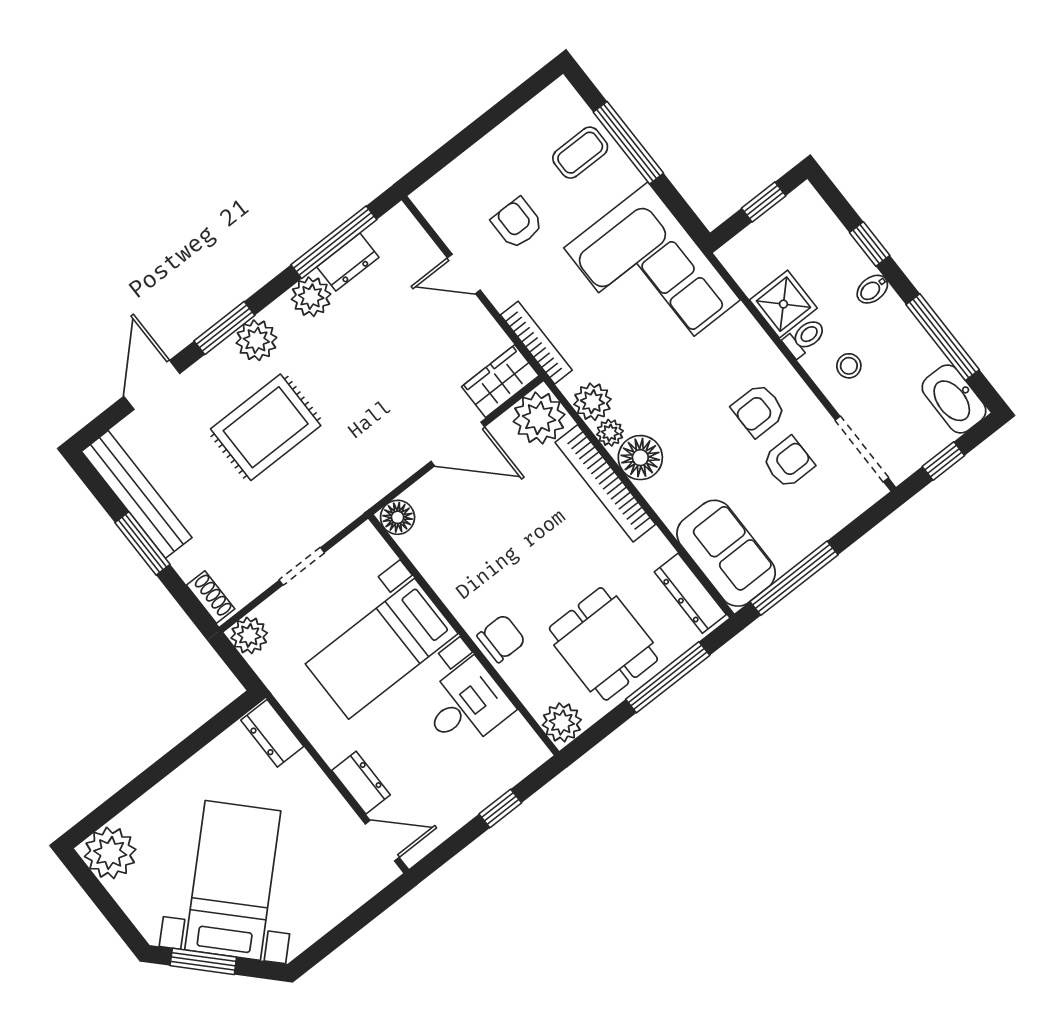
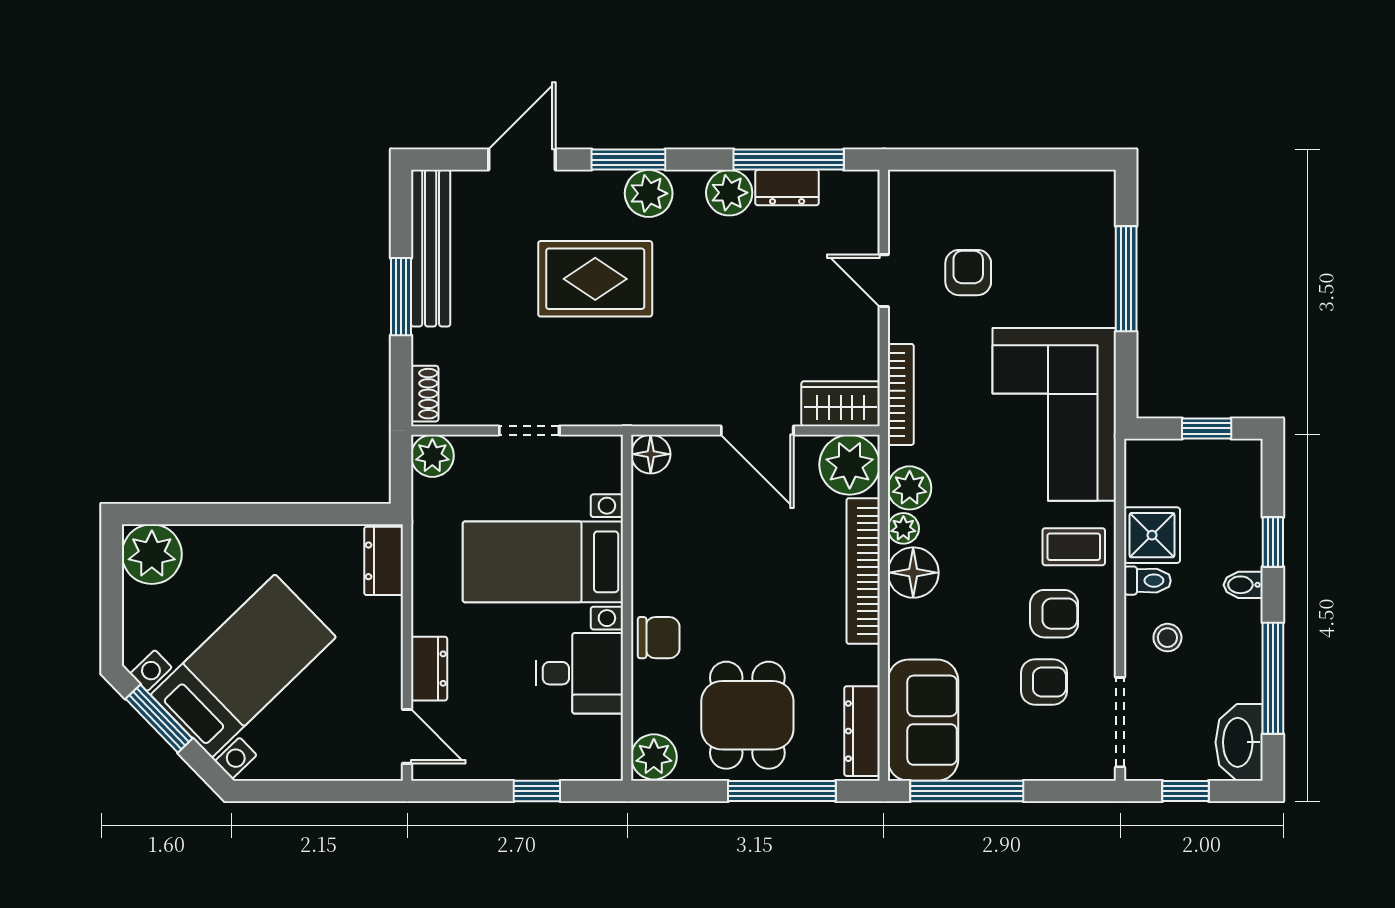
coffee table: (580, 153) -> (1074, 547), moved
armchair: (759, 410) -> (1054, 614), turned 180

